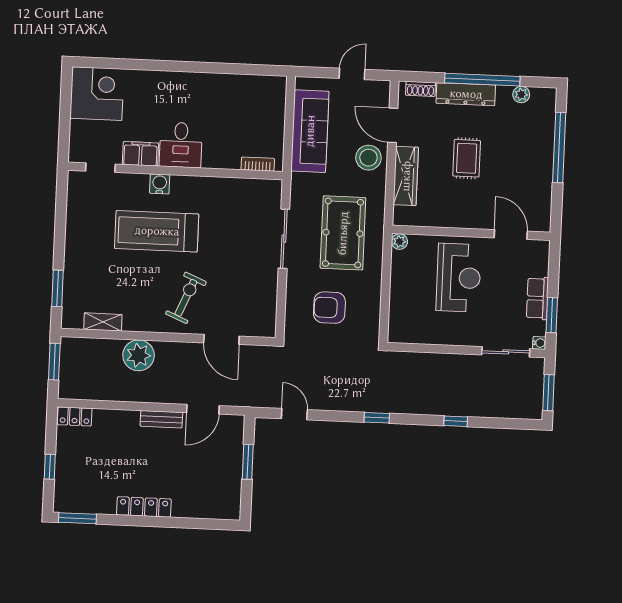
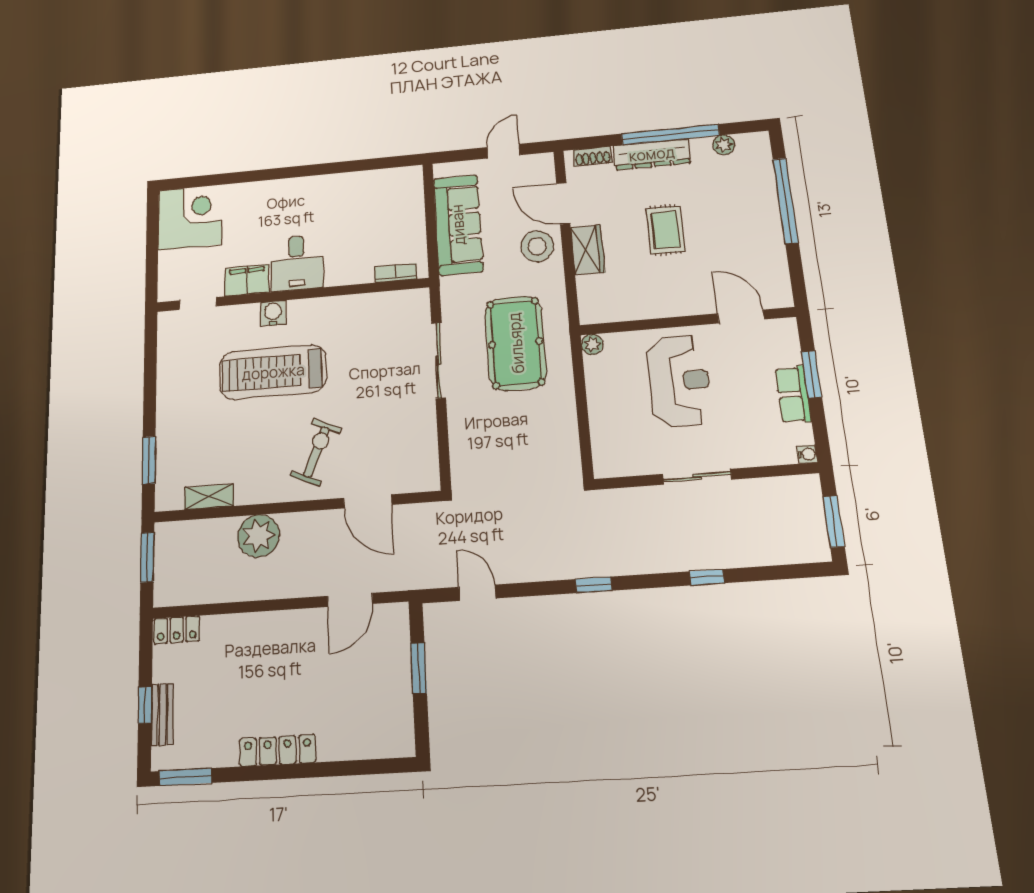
wardrobe: (406, 176) -> (588, 250), width x0.67
armchair: (329, 308) -> (509, 441), removed
window: (552, 315) -> (812, 374), moved
sliding door: (506, 352) -> (697, 477), moved
bench: (161, 419) -> (162, 714), moved, turned 90

